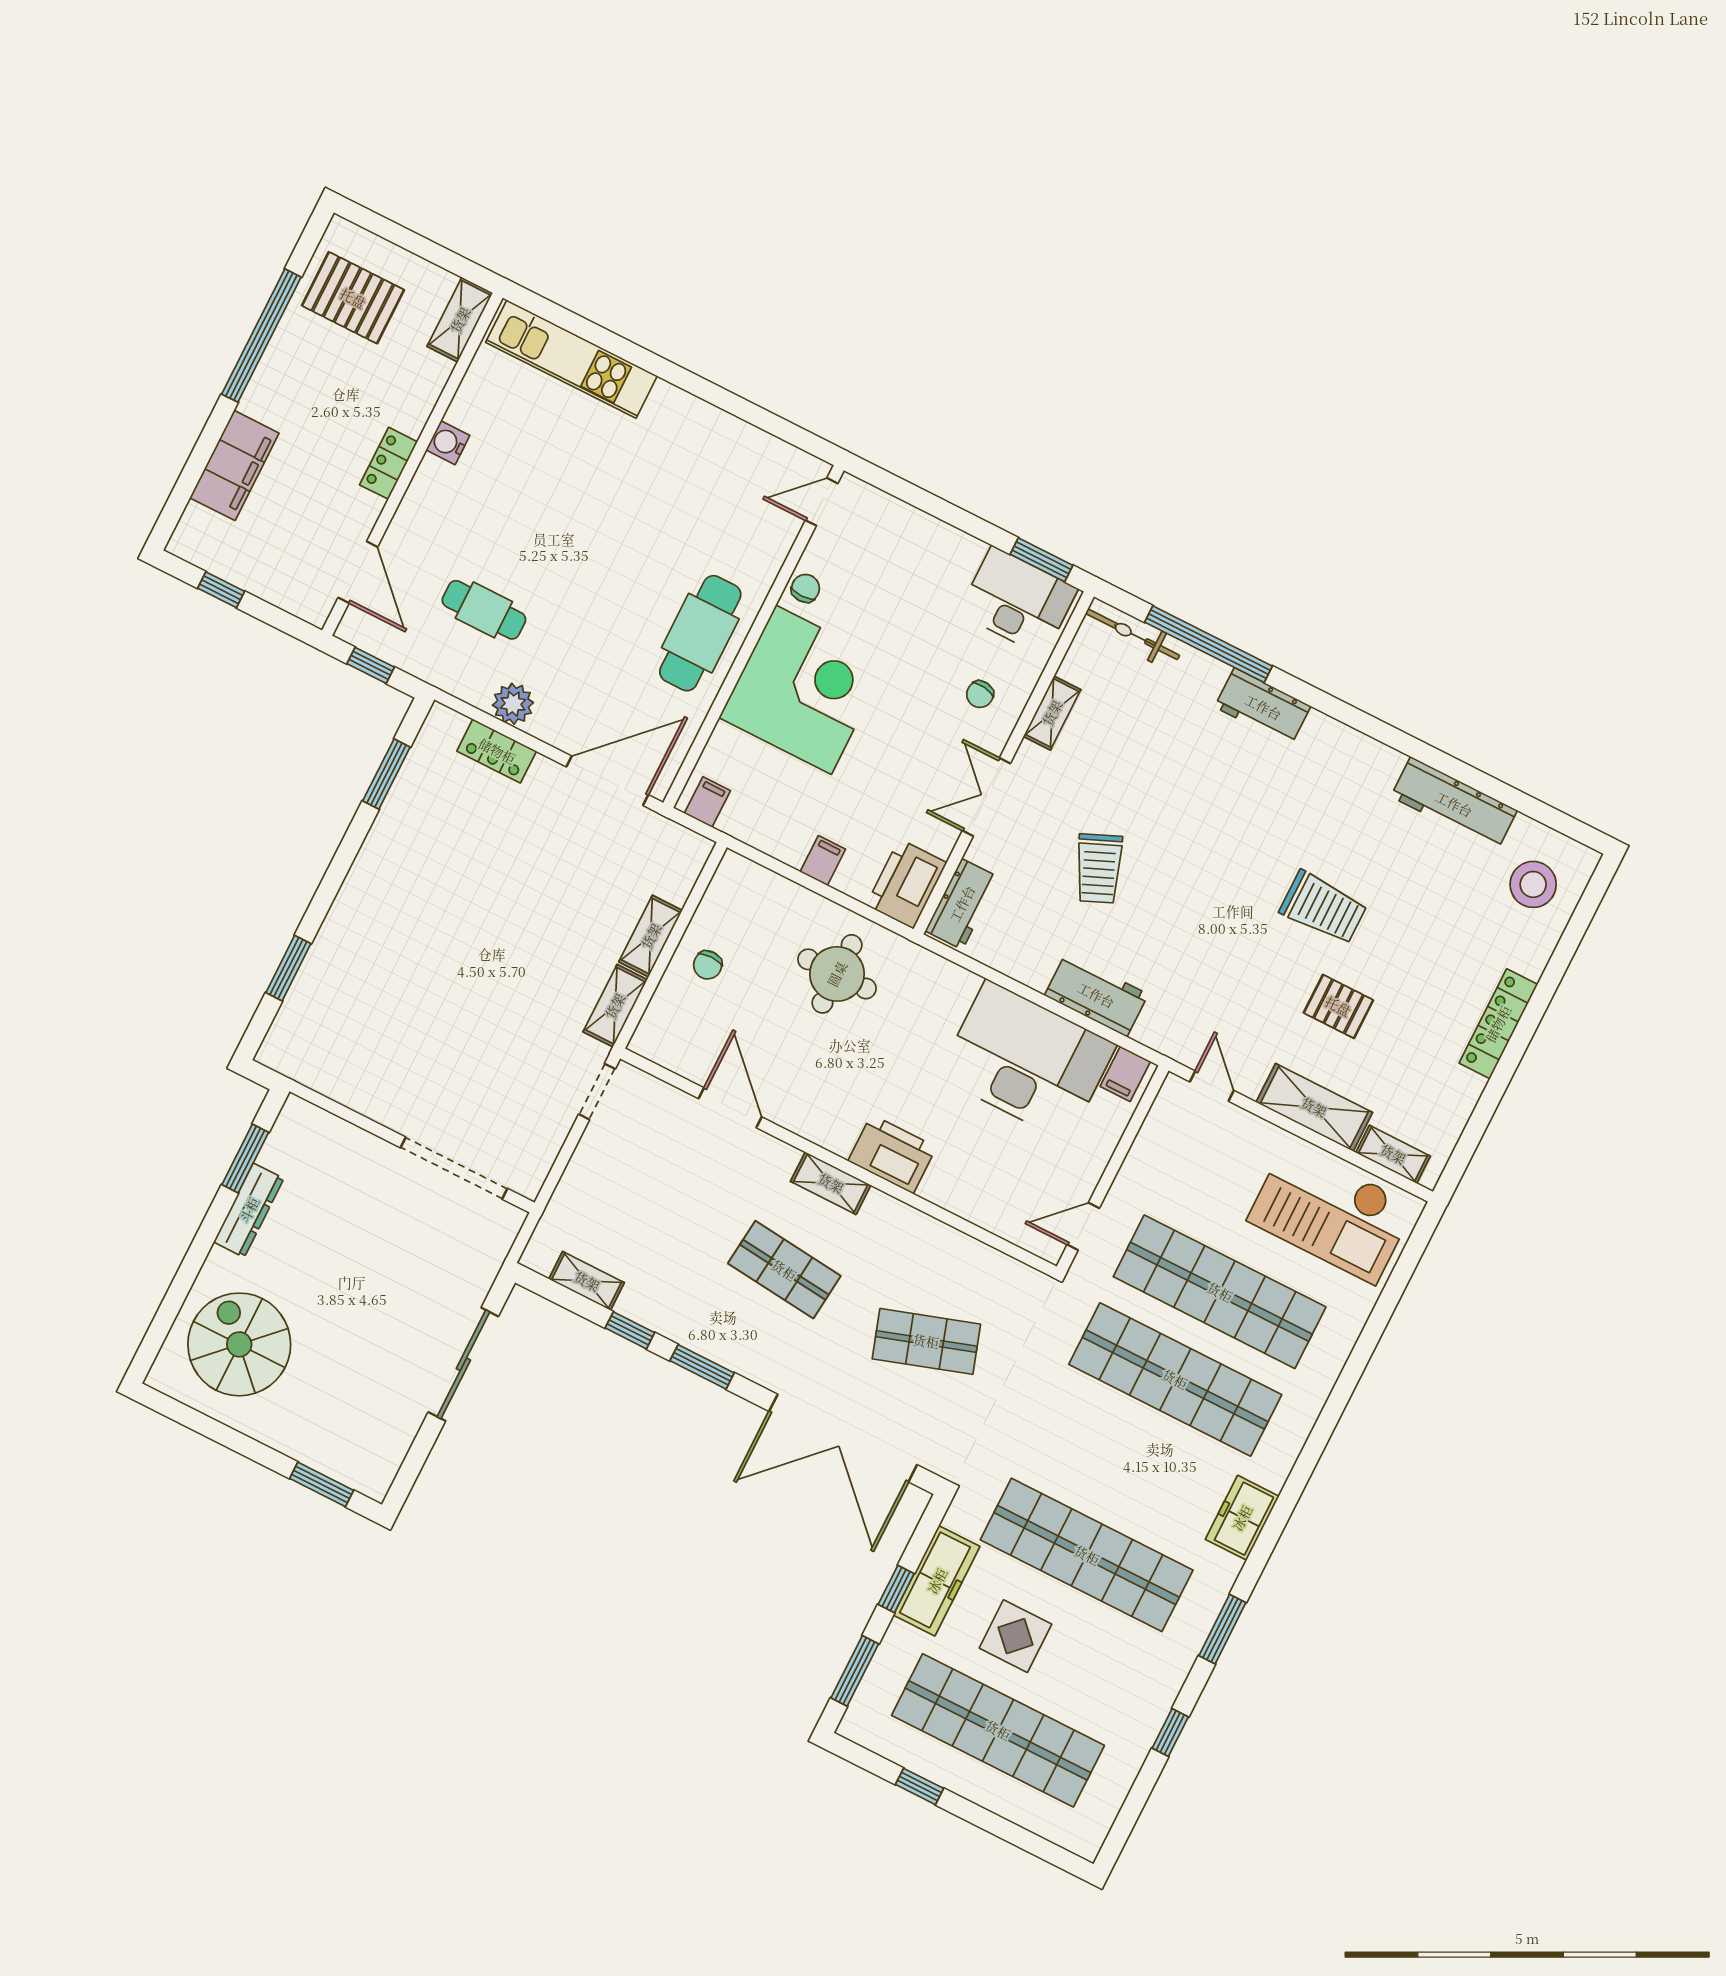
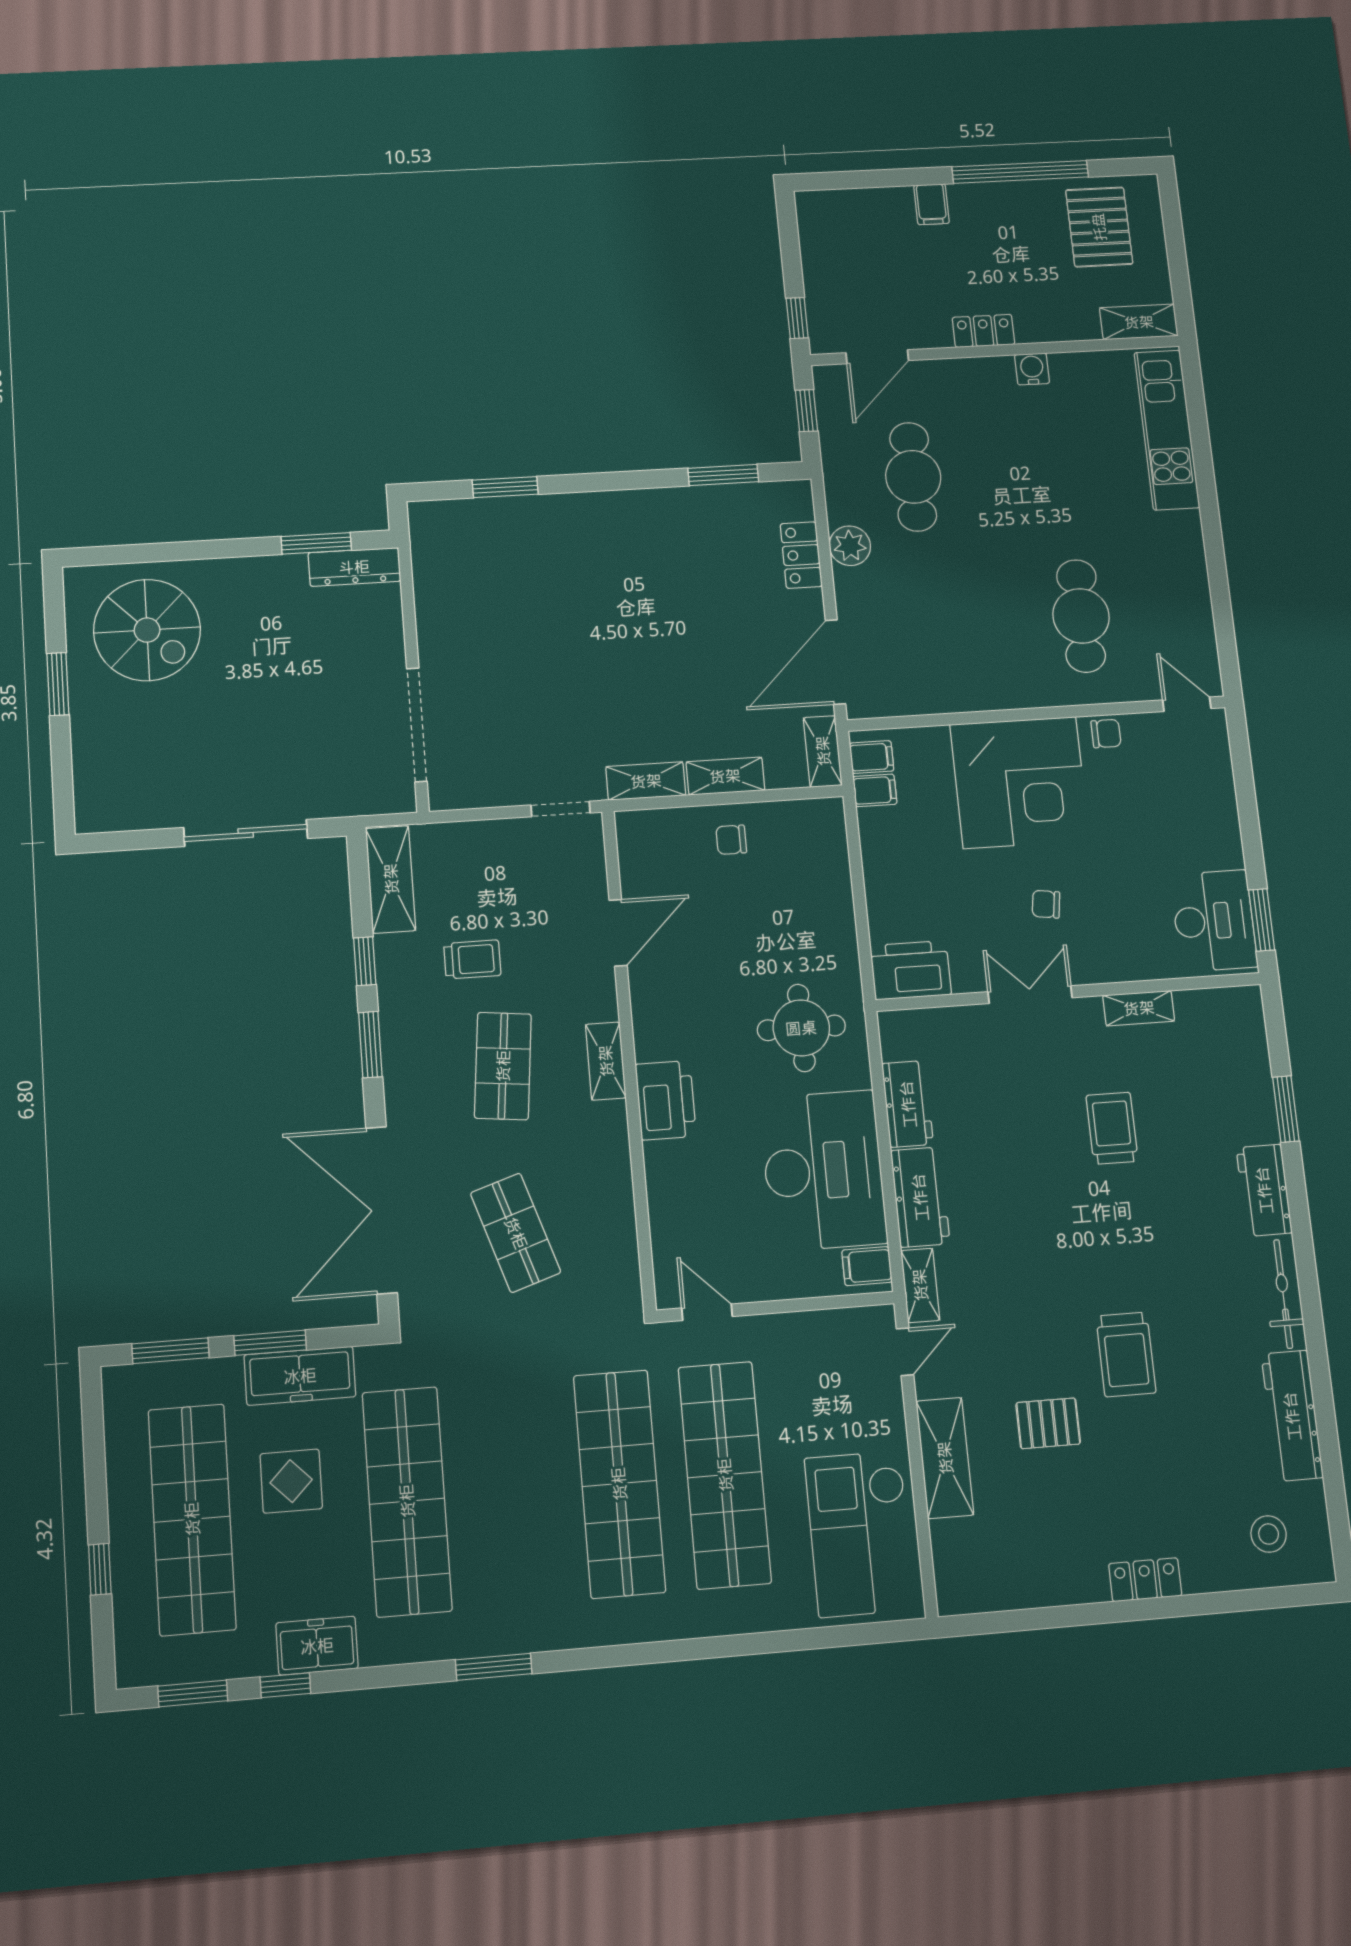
filing cabinet: (234, 465) -> (932, 204), width x0.33, depth x0.86
window: (221, 590) -> (797, 318), moved
cafe table: (484, 610) -> (913, 477), width x1.37, depth x1.35
cafe table: (700, 633) -> (1081, 616), moved, turned 90
bicycle: (1133, 634) -> (1283, 1294), moved
window: (1209, 644) -> (1286, 1109), width x0.47
chair: (980, 694) -> (1046, 904), moved
door: (607, 781) -> (835, 662), swing flipped
shelving: (678, 840) -> (823, 751), added
filing cabinet: (823, 861) -> (875, 790), moved
trolley: (1099, 868) -> (1112, 1128), moved, turned 113
stool: (1533, 884) -> (1269, 1534), width x0.73, depth x0.73
workbench: (962, 904) -> (908, 1104), moved, turned -90
round table: (837, 974) -> (801, 1028), moved
pallet: (1338, 1006) -> (1048, 1423), turned 90
locker: (1498, 1024) -> (1145, 1580), width x0.66
shelving: (1393, 1154) -> (920, 1285), moved
dresser: (249, 1210) -> (354, 567), moved
trolley: (681, 1241) -> (472, 959), added
shelving: (587, 1281) -> (391, 879), width x1.50, depth x1.33
spiral stairs: (239, 1344) -> (147, 630), turned 90
window: (322, 1484) -> (58, 684), moved
freezer: (1242, 1518) -> (317, 1646), moved
window: (896, 1589) -> (270, 1343), width x1.50
window: (1222, 1629) -> (494, 1667), moved
window: (920, 1786) -> (100, 1569), moved
window: (1133, 1807) -> (193, 1693), added

